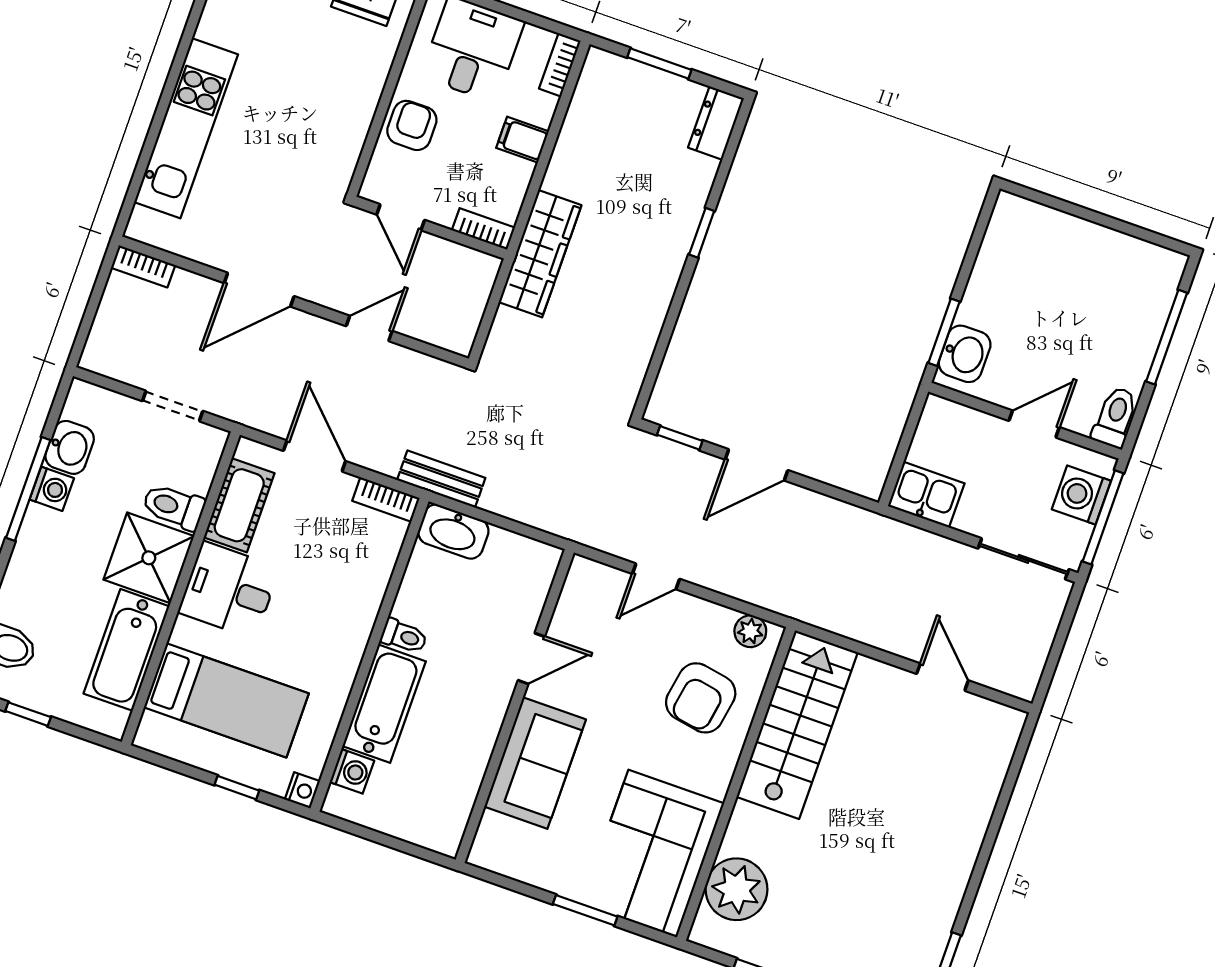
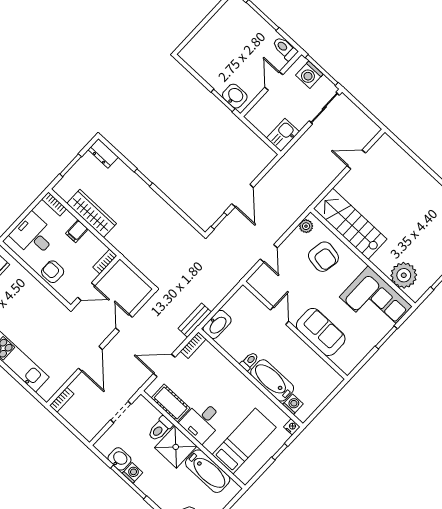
wardrobe: (540, 254) -> (92, 213), moved

